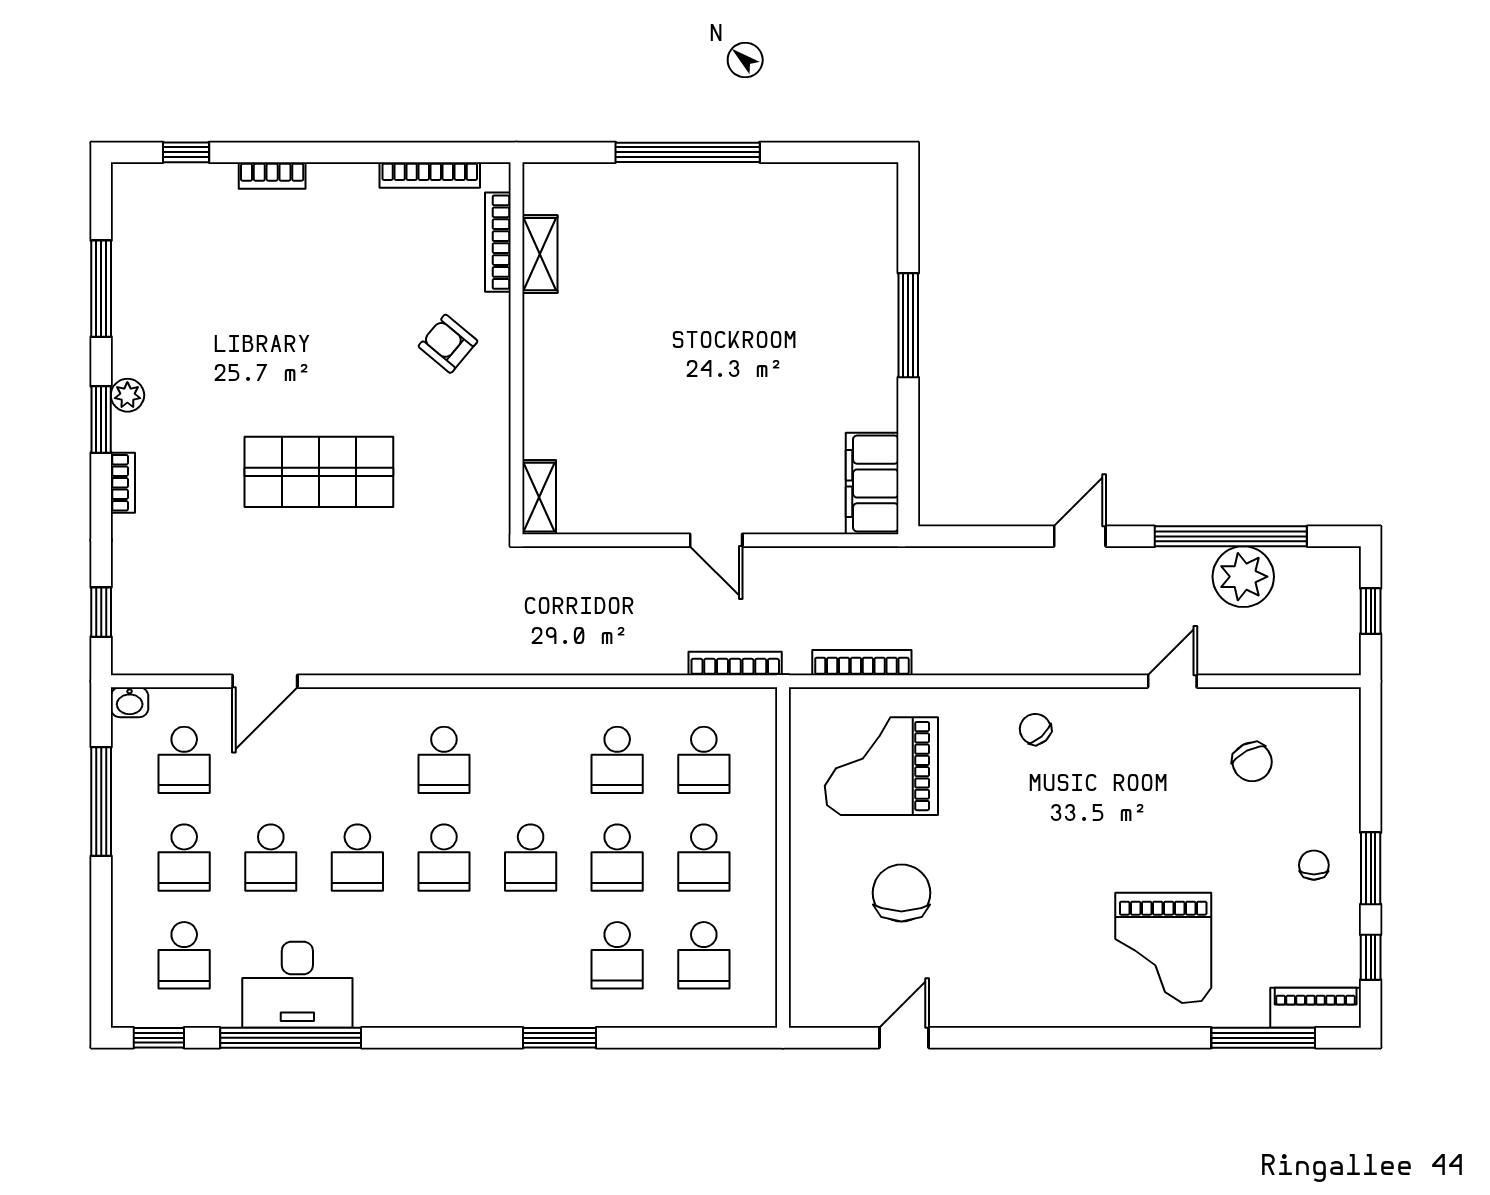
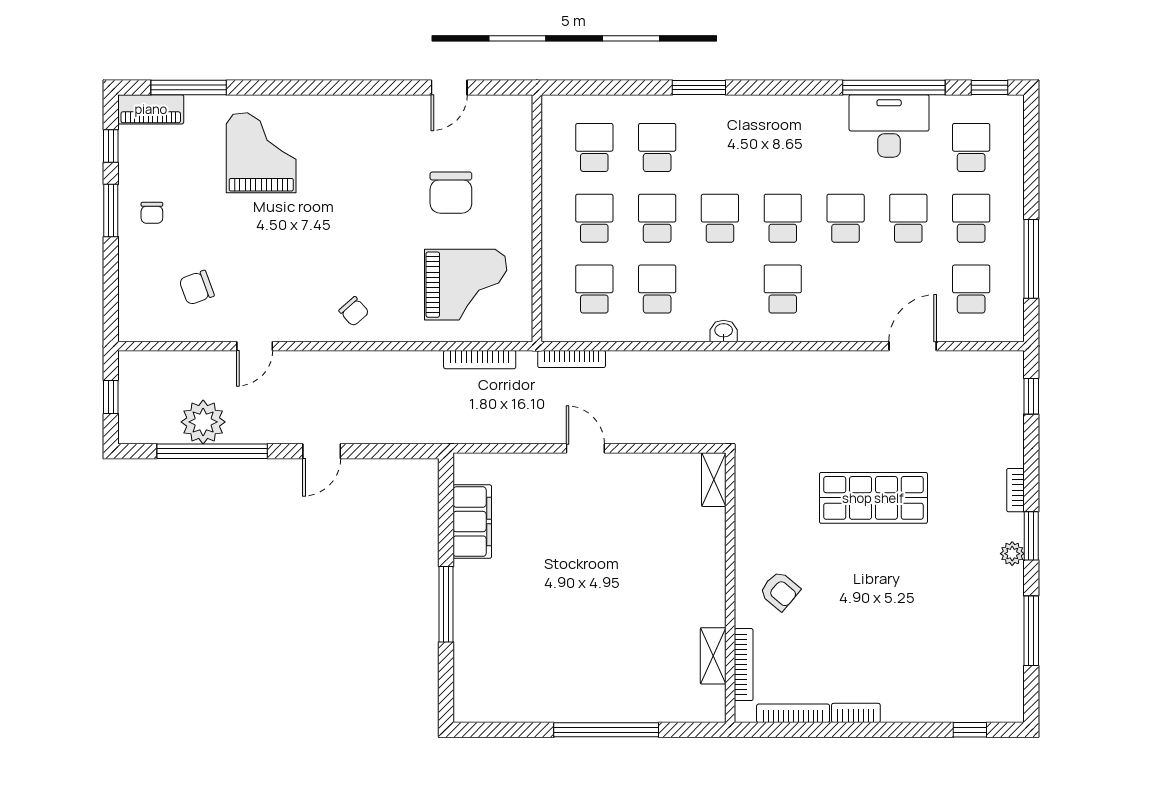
bookcase: (272, 175) -> (856, 713), moved
filing cabinet: (872, 484) -> (472, 522), moved
washbasin: (130, 702) -> (724, 331), moved
chair: (1252, 762) -> (197, 288), turned -83

